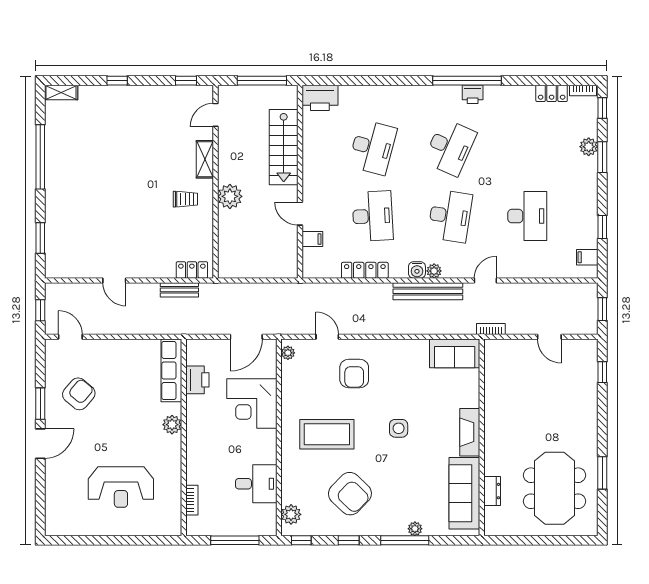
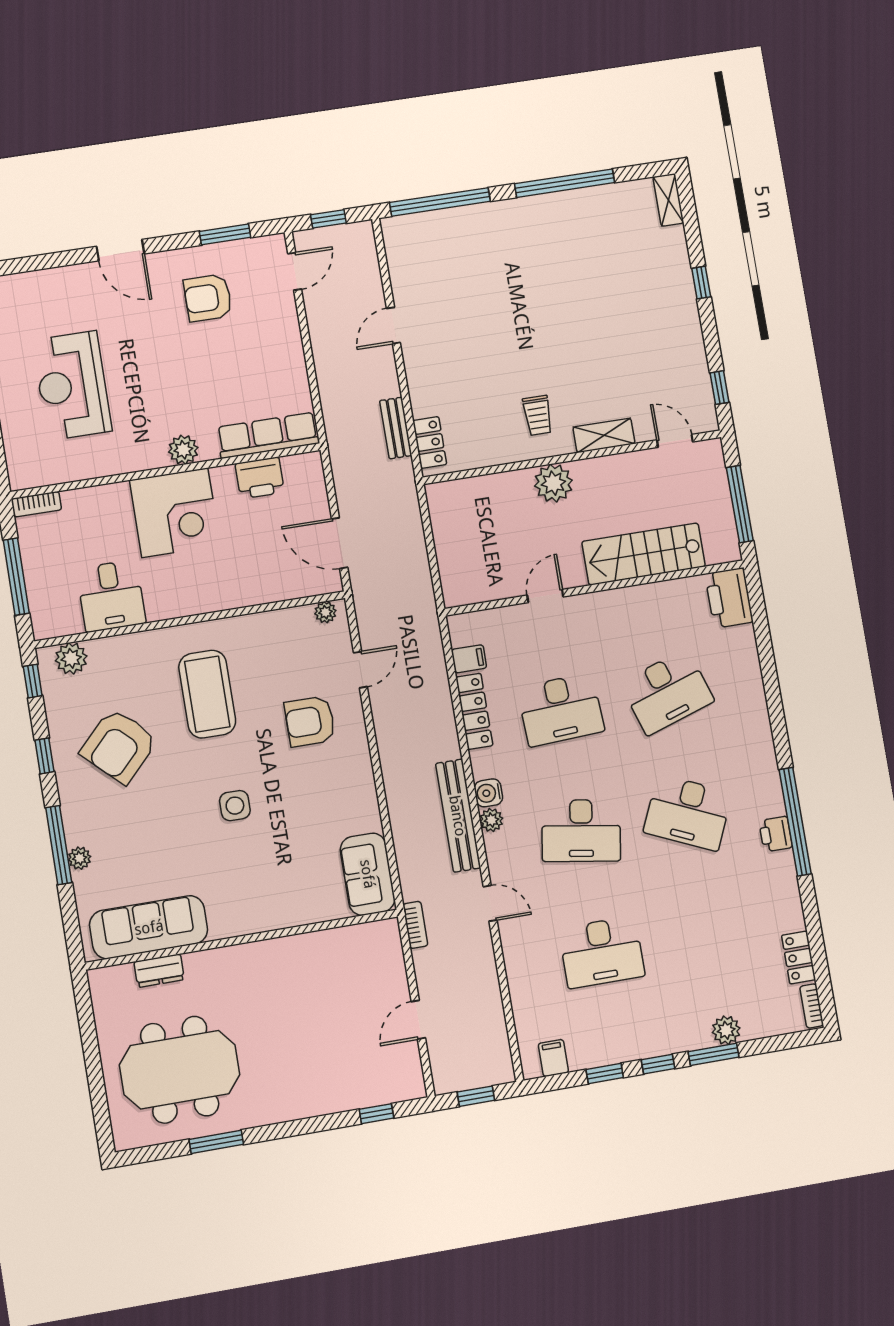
window: (602, 108) -> (658, 1064), moved
desk: (373, 147) -> (667, 692), turned -33
window: (40, 238) -> (440, 202), width x2.11
filing cabinet: (312, 239) -> (469, 659), moved, turned -90
armchair: (79, 394) -> (208, 298), turned 140
window: (40, 404) -> (225, 234), moved
corner desk: (252, 404) -> (175, 513), moved, turned 180
fireplace: (470, 432) -> (247, 919), removed
bookcase: (192, 500) -> (36, 504), moved

